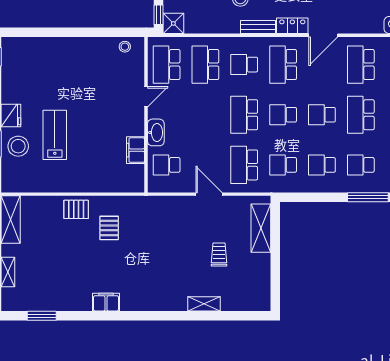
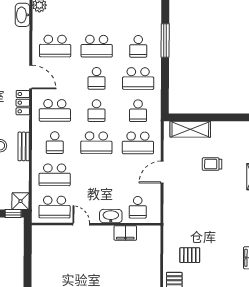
bench: (258, 27) -> (24, 146), moved
stool: (125, 47) -> (40, 241), removed
school desk: (322, 165) -> (138, 79), width x1.85

